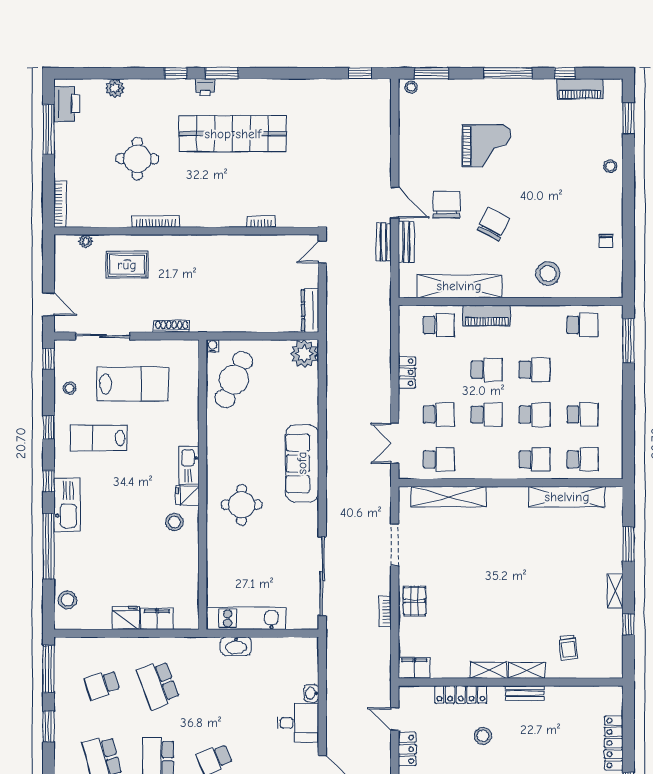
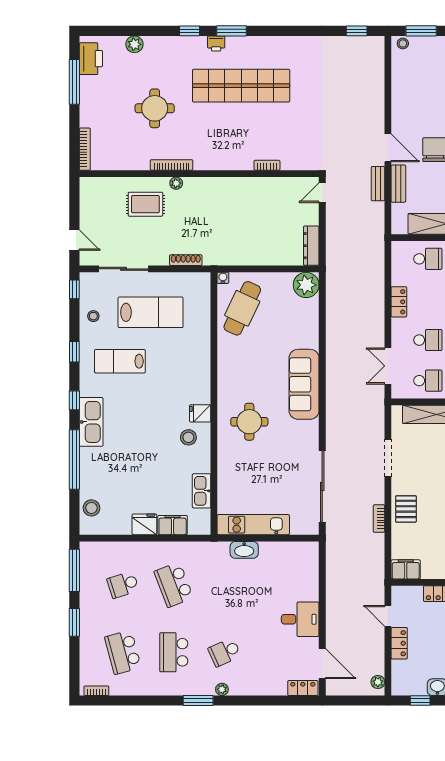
plant: (86, 241) -> (176, 183), moved
kitchen sink: (189, 465) -> (202, 491), moved
washbasin: (311, 693) -> (313, 593), removed

